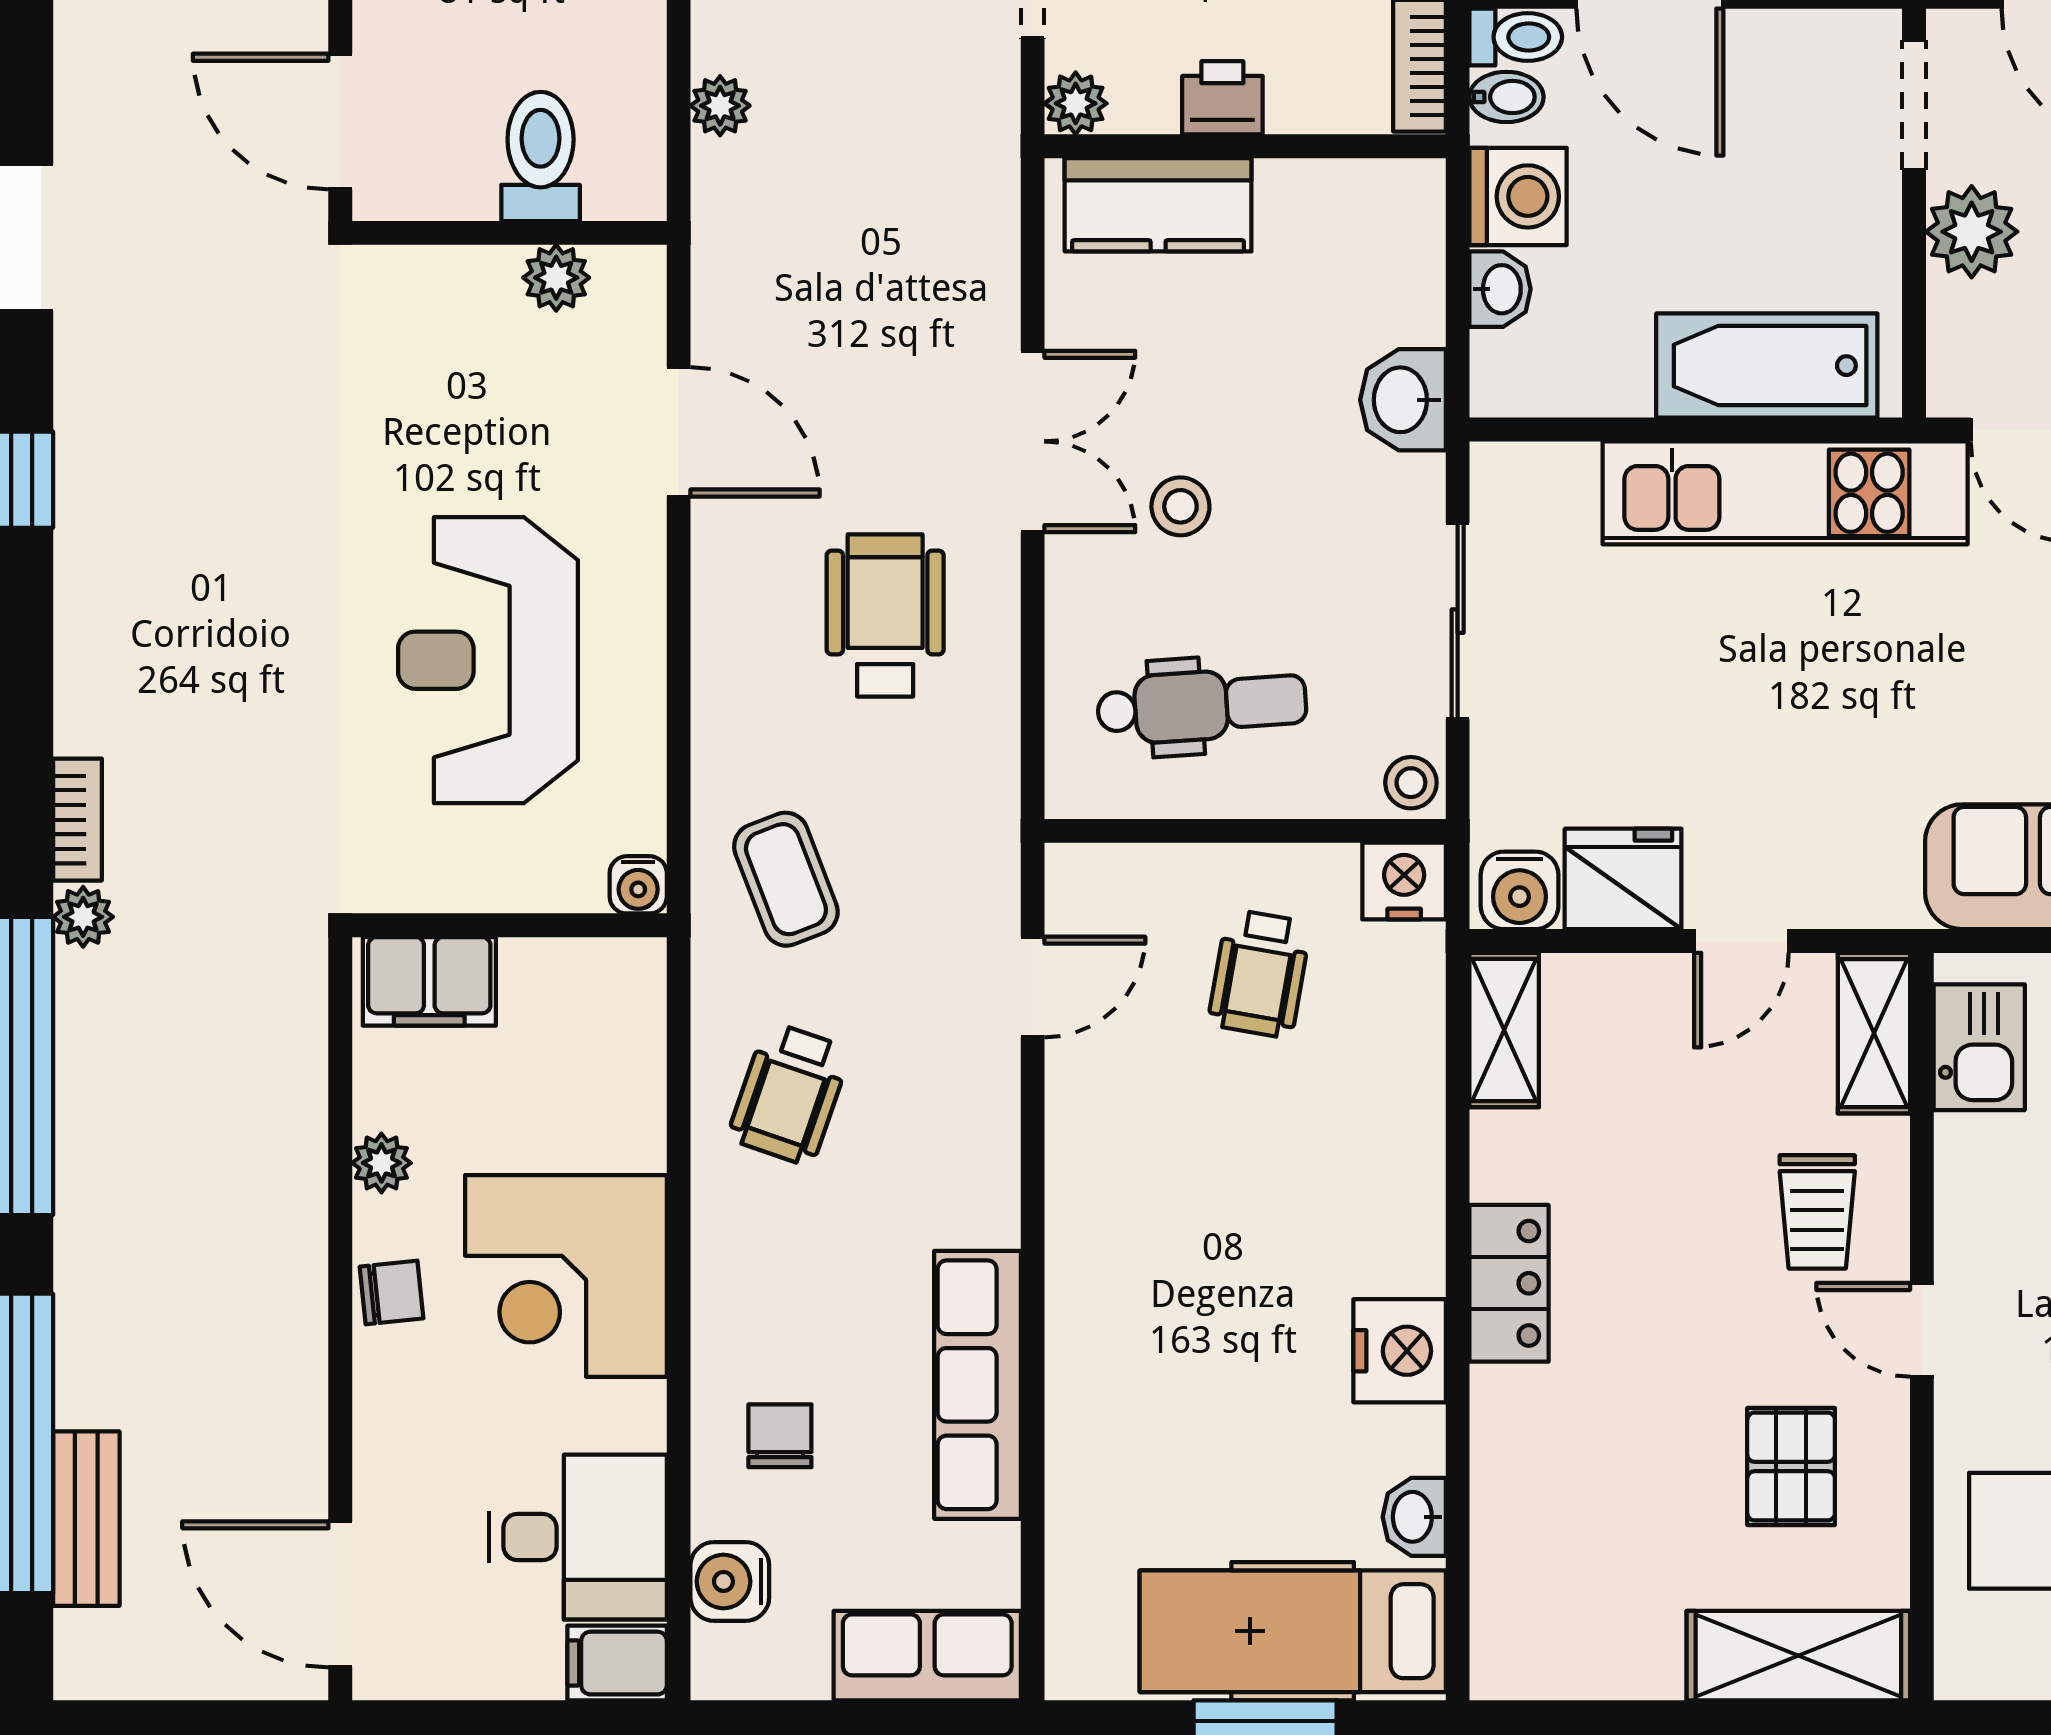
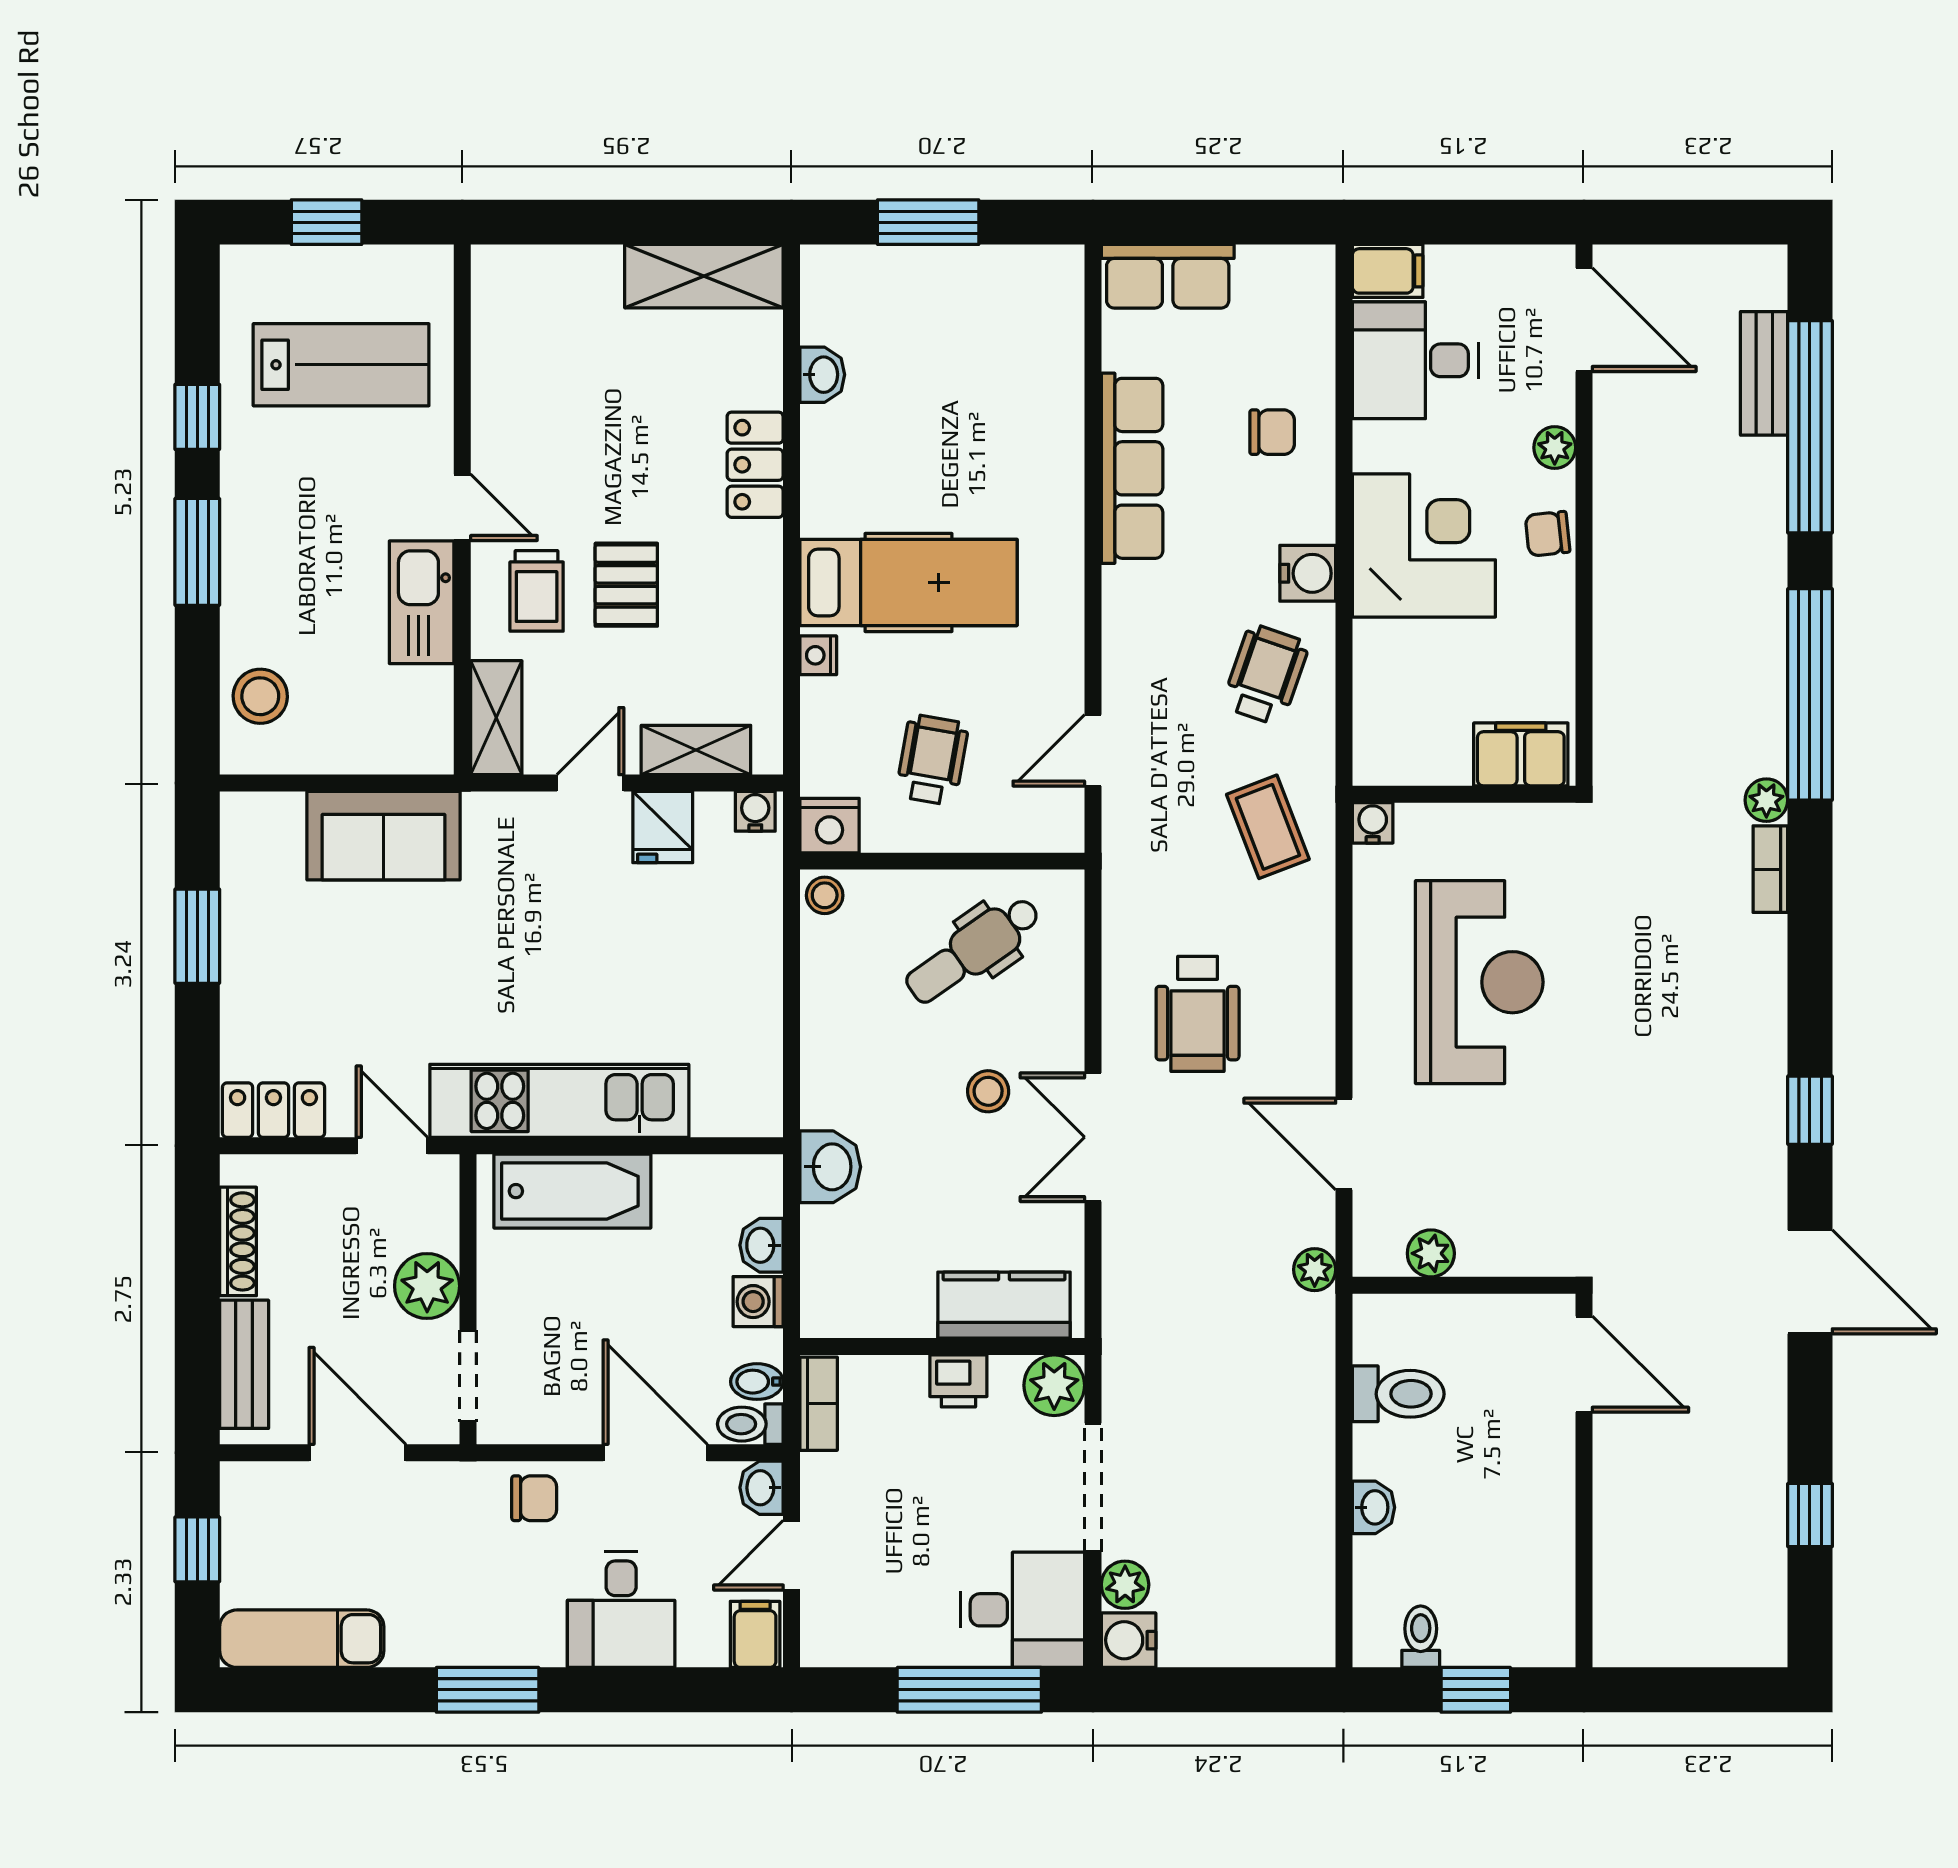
plant: (1076, 103) -> (1054, 1385), width x1.38, depth x1.38
plant: (720, 106) -> (1315, 1270), moved
toilet: (541, 156) -> (1398, 1394), moved, turned -90
washing machine: (1518, 196) -> (758, 1302), width x0.73, depth x0.73
sliding door: (1458, 621) -> (792, 1010), removed
dental chair: (1202, 706) -> (973, 950), turned -31
fridge: (1623, 879) -> (663, 827), width x0.72
water cooler: (1520, 890) -> (755, 811), width x0.72, depth x0.72
shelving: (1504, 1030) -> (696, 750), moved, turned 90
kitchen sink: (1979, 1047) -> (422, 602), moved, width x1.38
plant: (381, 1163) -> (1555, 448), moved
trolley: (1817, 1212) -> (537, 591), turned 180
locker: (1509, 1283) -> (755, 465), moved
nightstand: (1400, 1351) -> (818, 655), moved, width x0.53, depth x0.56
chair: (780, 1436) -> (1272, 432), turned -90
pallet: (1791, 1466) -> (626, 585), moved
water cooler: (730, 1581) -> (1308, 573), moved
hospital bed: (1293, 1631) -> (909, 582), moved
shelving: (1798, 1656) -> (704, 276), moved

